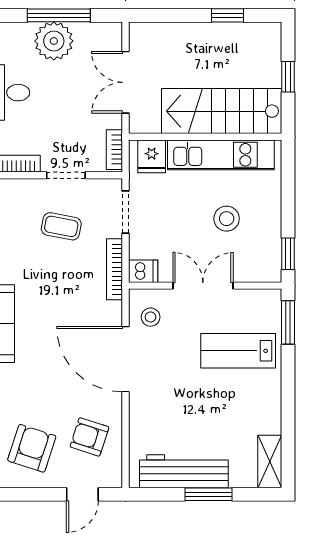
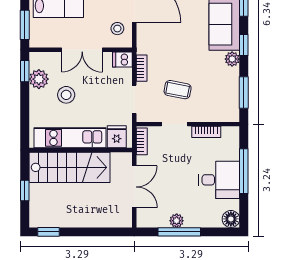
window: (228, 15) -> (49, 232), moved
plant: (54, 41) -> (177, 221), width x0.53, depth x0.53
plant: (267, 242) -> (39, 79), added
bookcase: (115, 269) -> (142, 68), width x0.64

